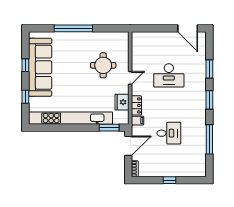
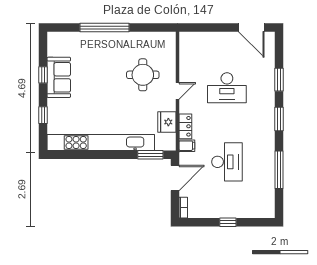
sofa: (40, 67) -> (59, 77), width x0.54, depth x0.79
desk: (169, 133) -> (227, 162), width x1.37

